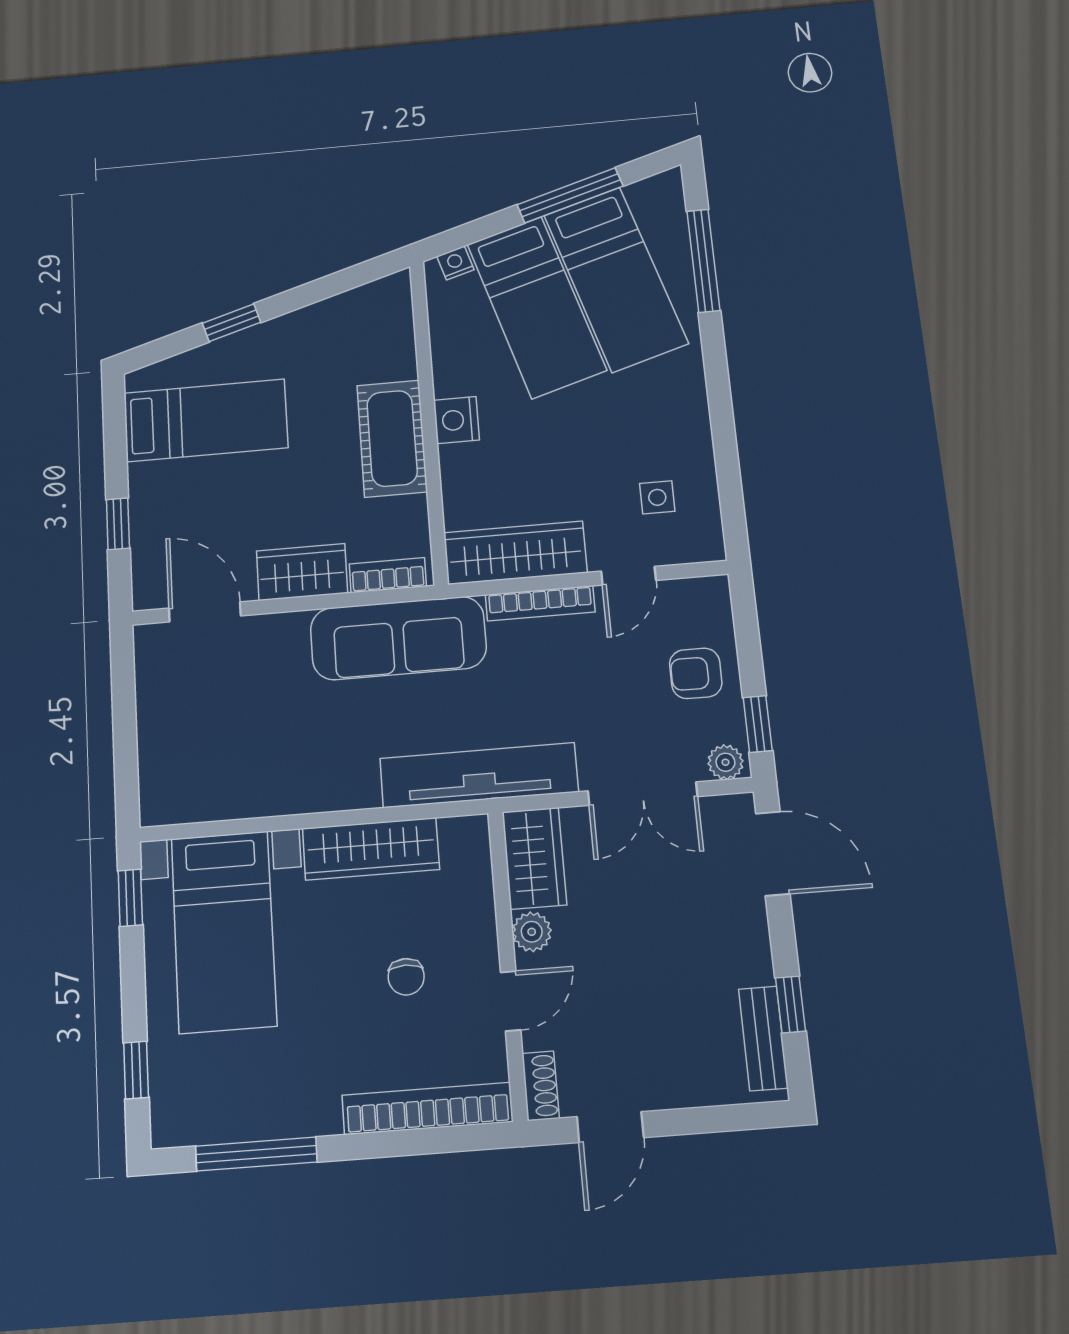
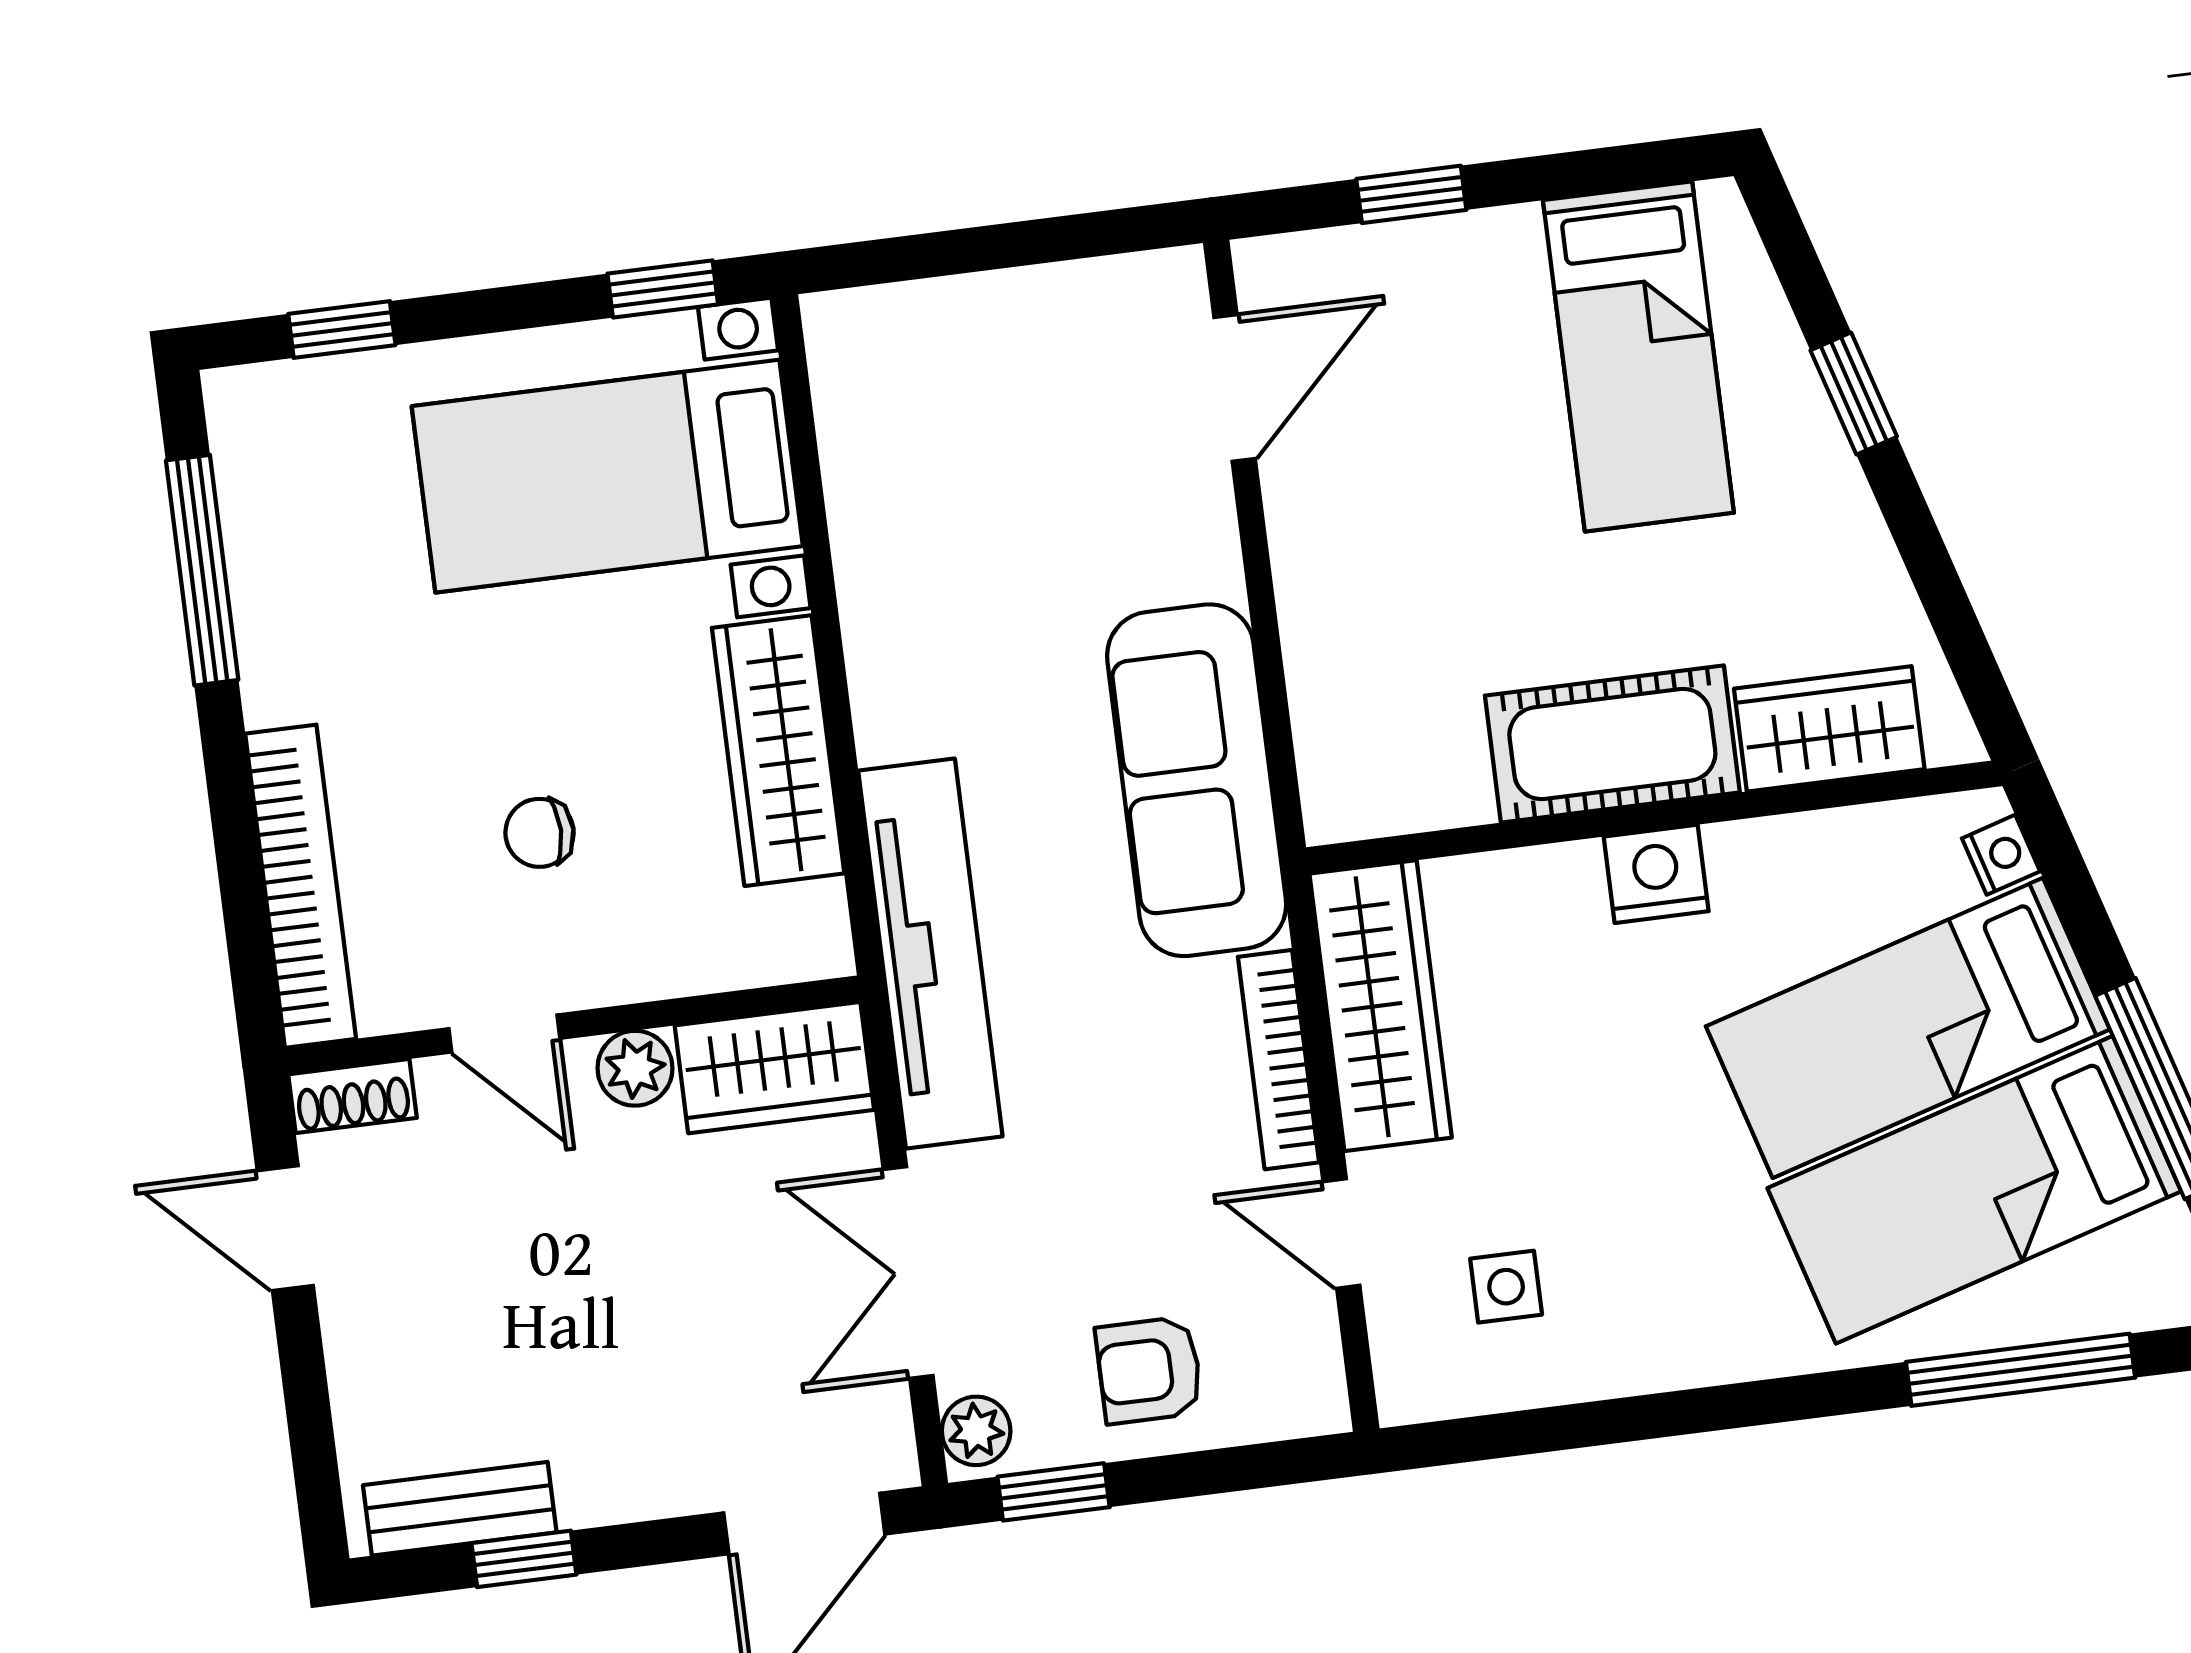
wardrobe: (302, 572) -> (1829, 729), moved, turned -90
bookcase: (388, 575) -> (1325, 752), removed
armchair: (696, 673) -> (1149, 1370), turned -90

